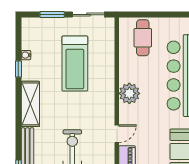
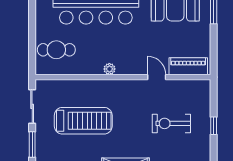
plant: (129, 93) -> (109, 69), width x0.53, depth x0.53

